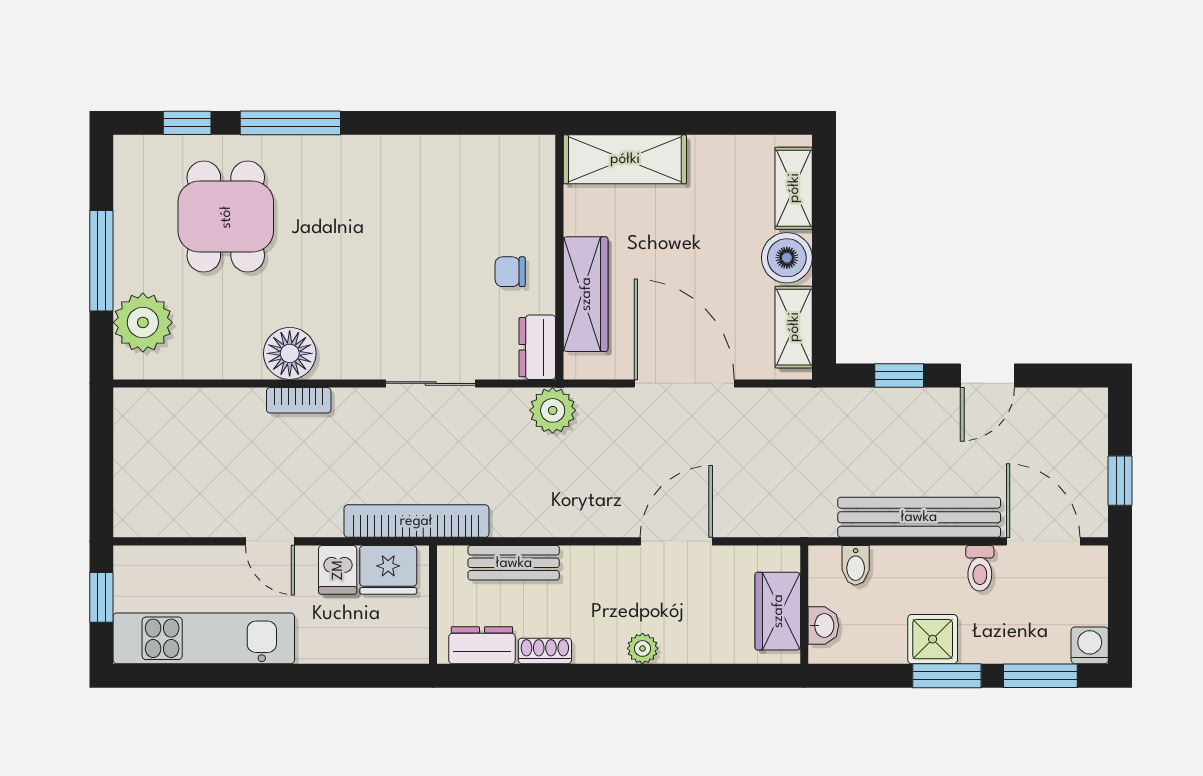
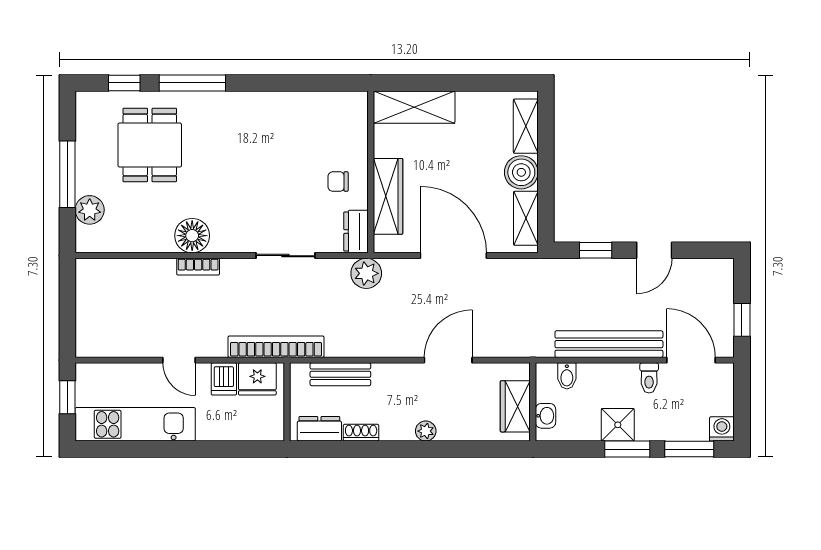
plant: (143, 322) -> (90, 210), width x0.73, depth x0.73

